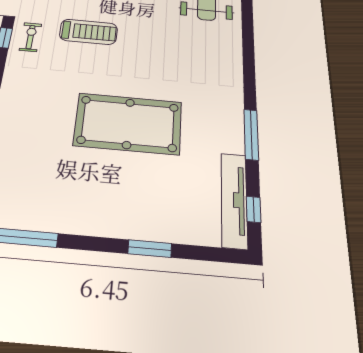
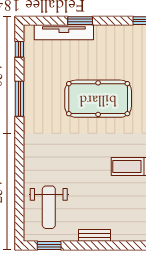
tv unit: (234, 200) -> (64, 32), moved, turned 90

